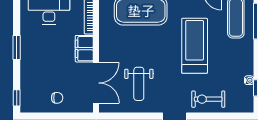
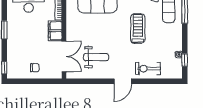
treadmill: (195, 46) -> (138, 29), width x0.73, depth x0.73
weight bench: (139, 84) -> (96, 57), turned -90

